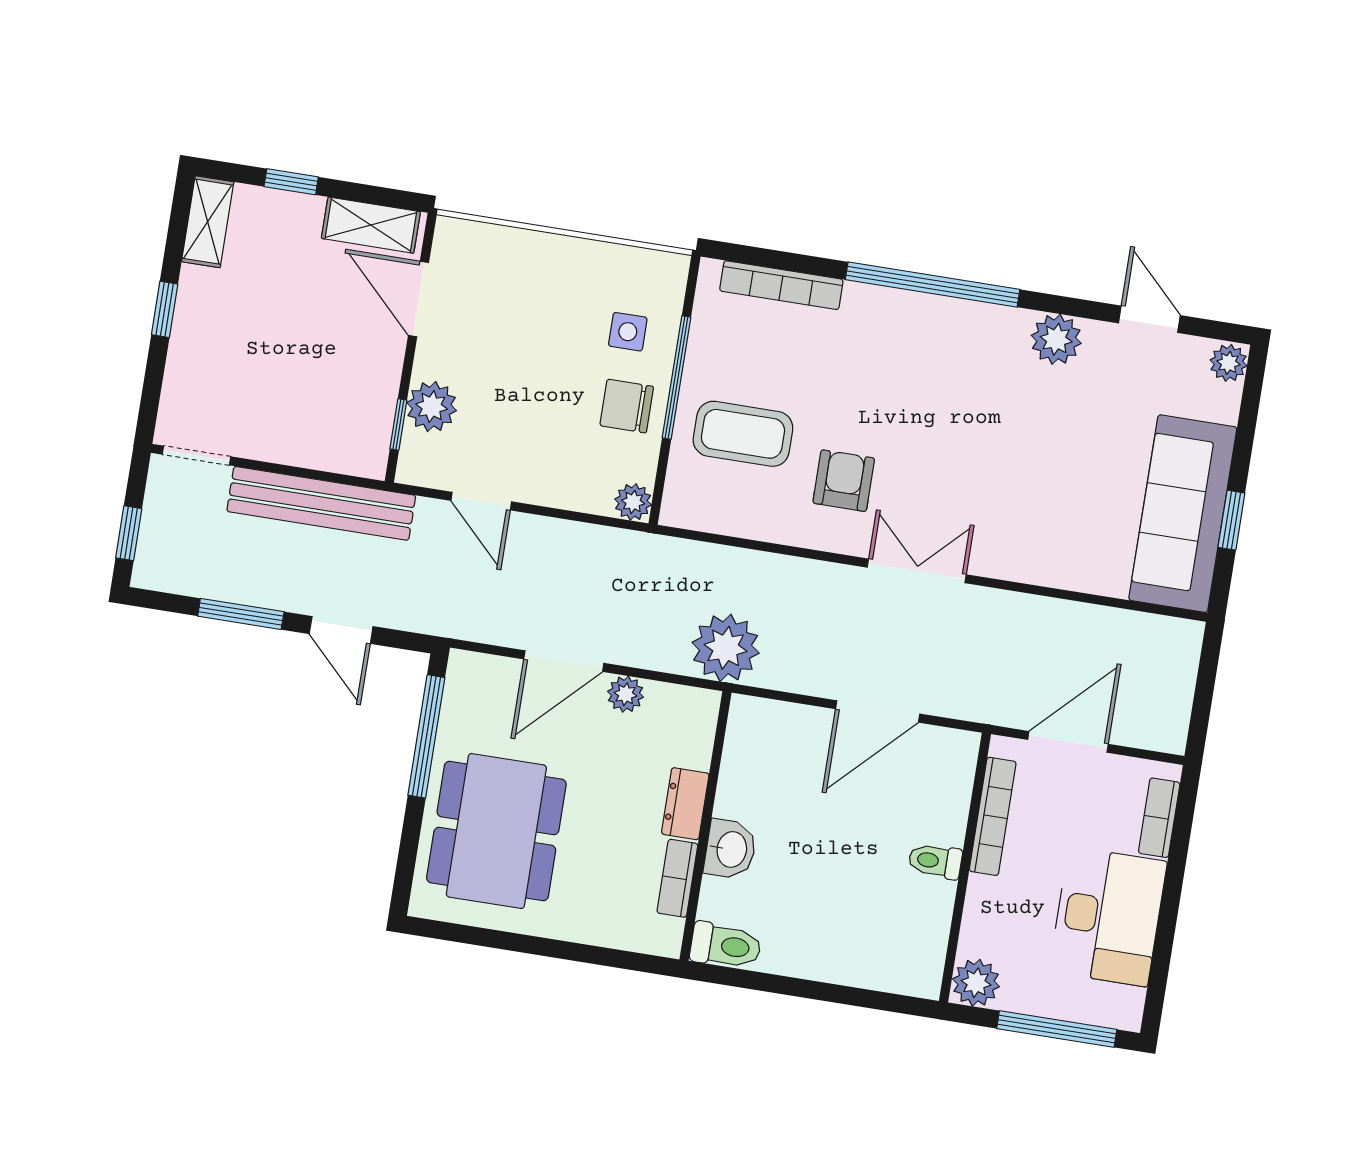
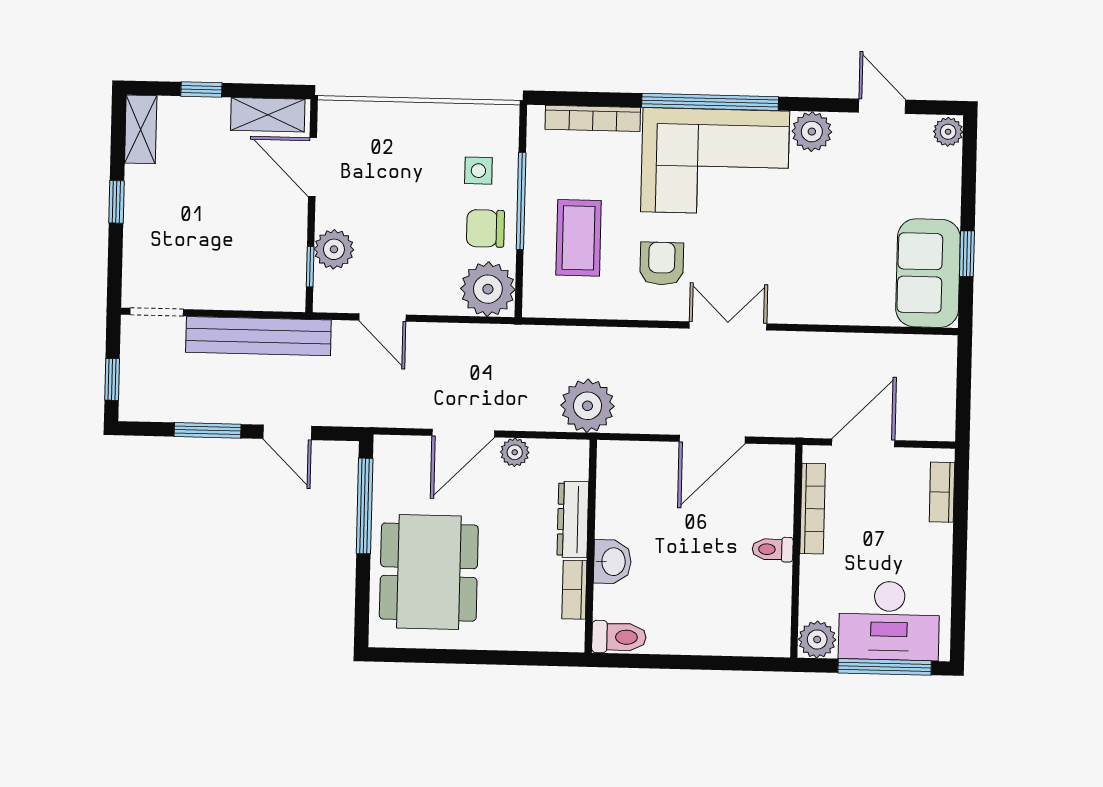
corner sofa: (929, 361) -> (715, 161), added
coffee table: (743, 434) -> (579, 238), turned 90
plant: (633, 502) -> (488, 289), width x1.88, depth x1.88
sofa: (1183, 514) -> (928, 273), width x0.73
dresser: (685, 804) -> (573, 519), width x1.44
desk: (1108, 917) -> (889, 621), moved, turned 90

